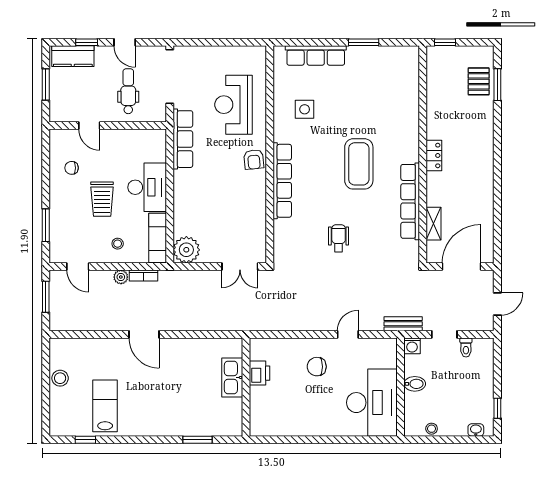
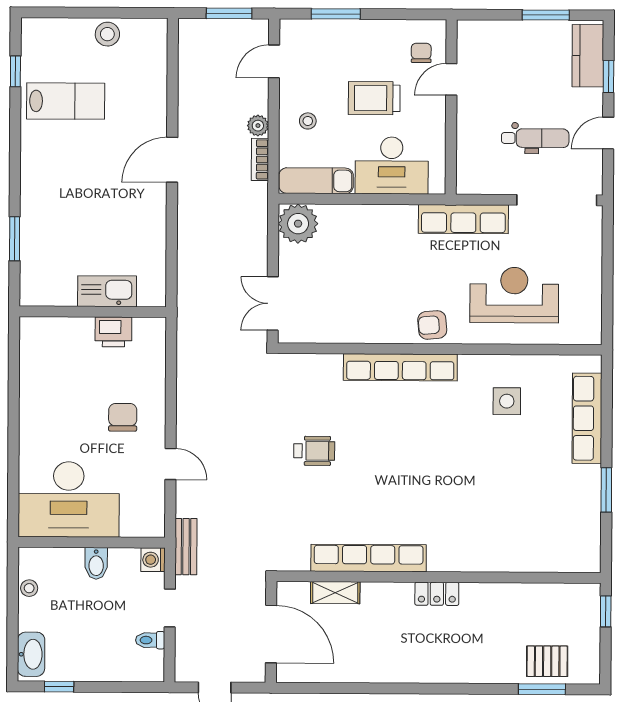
door: (89, 126) -> (451, 79), moved
wall: (108, 126) -> (451, 107), moved
coffee table: (359, 164) -> (425, 482), removed
washbasin: (476, 430) -> (31, 654), width x1.91, depth x1.45

